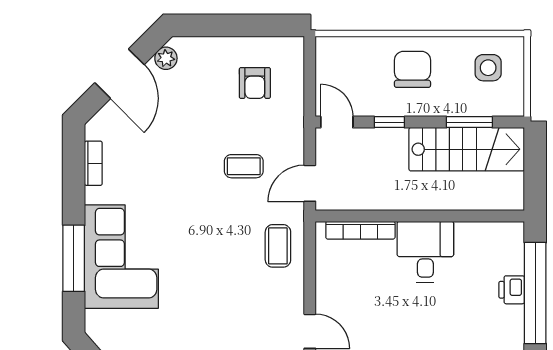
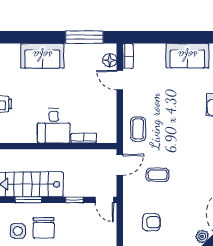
chair: (412, 69) -> (44, 228), moved
armchair: (255, 83) -> (151, 222), turned 90
bookcase: (360, 230) -> (84, 138), width x0.64

